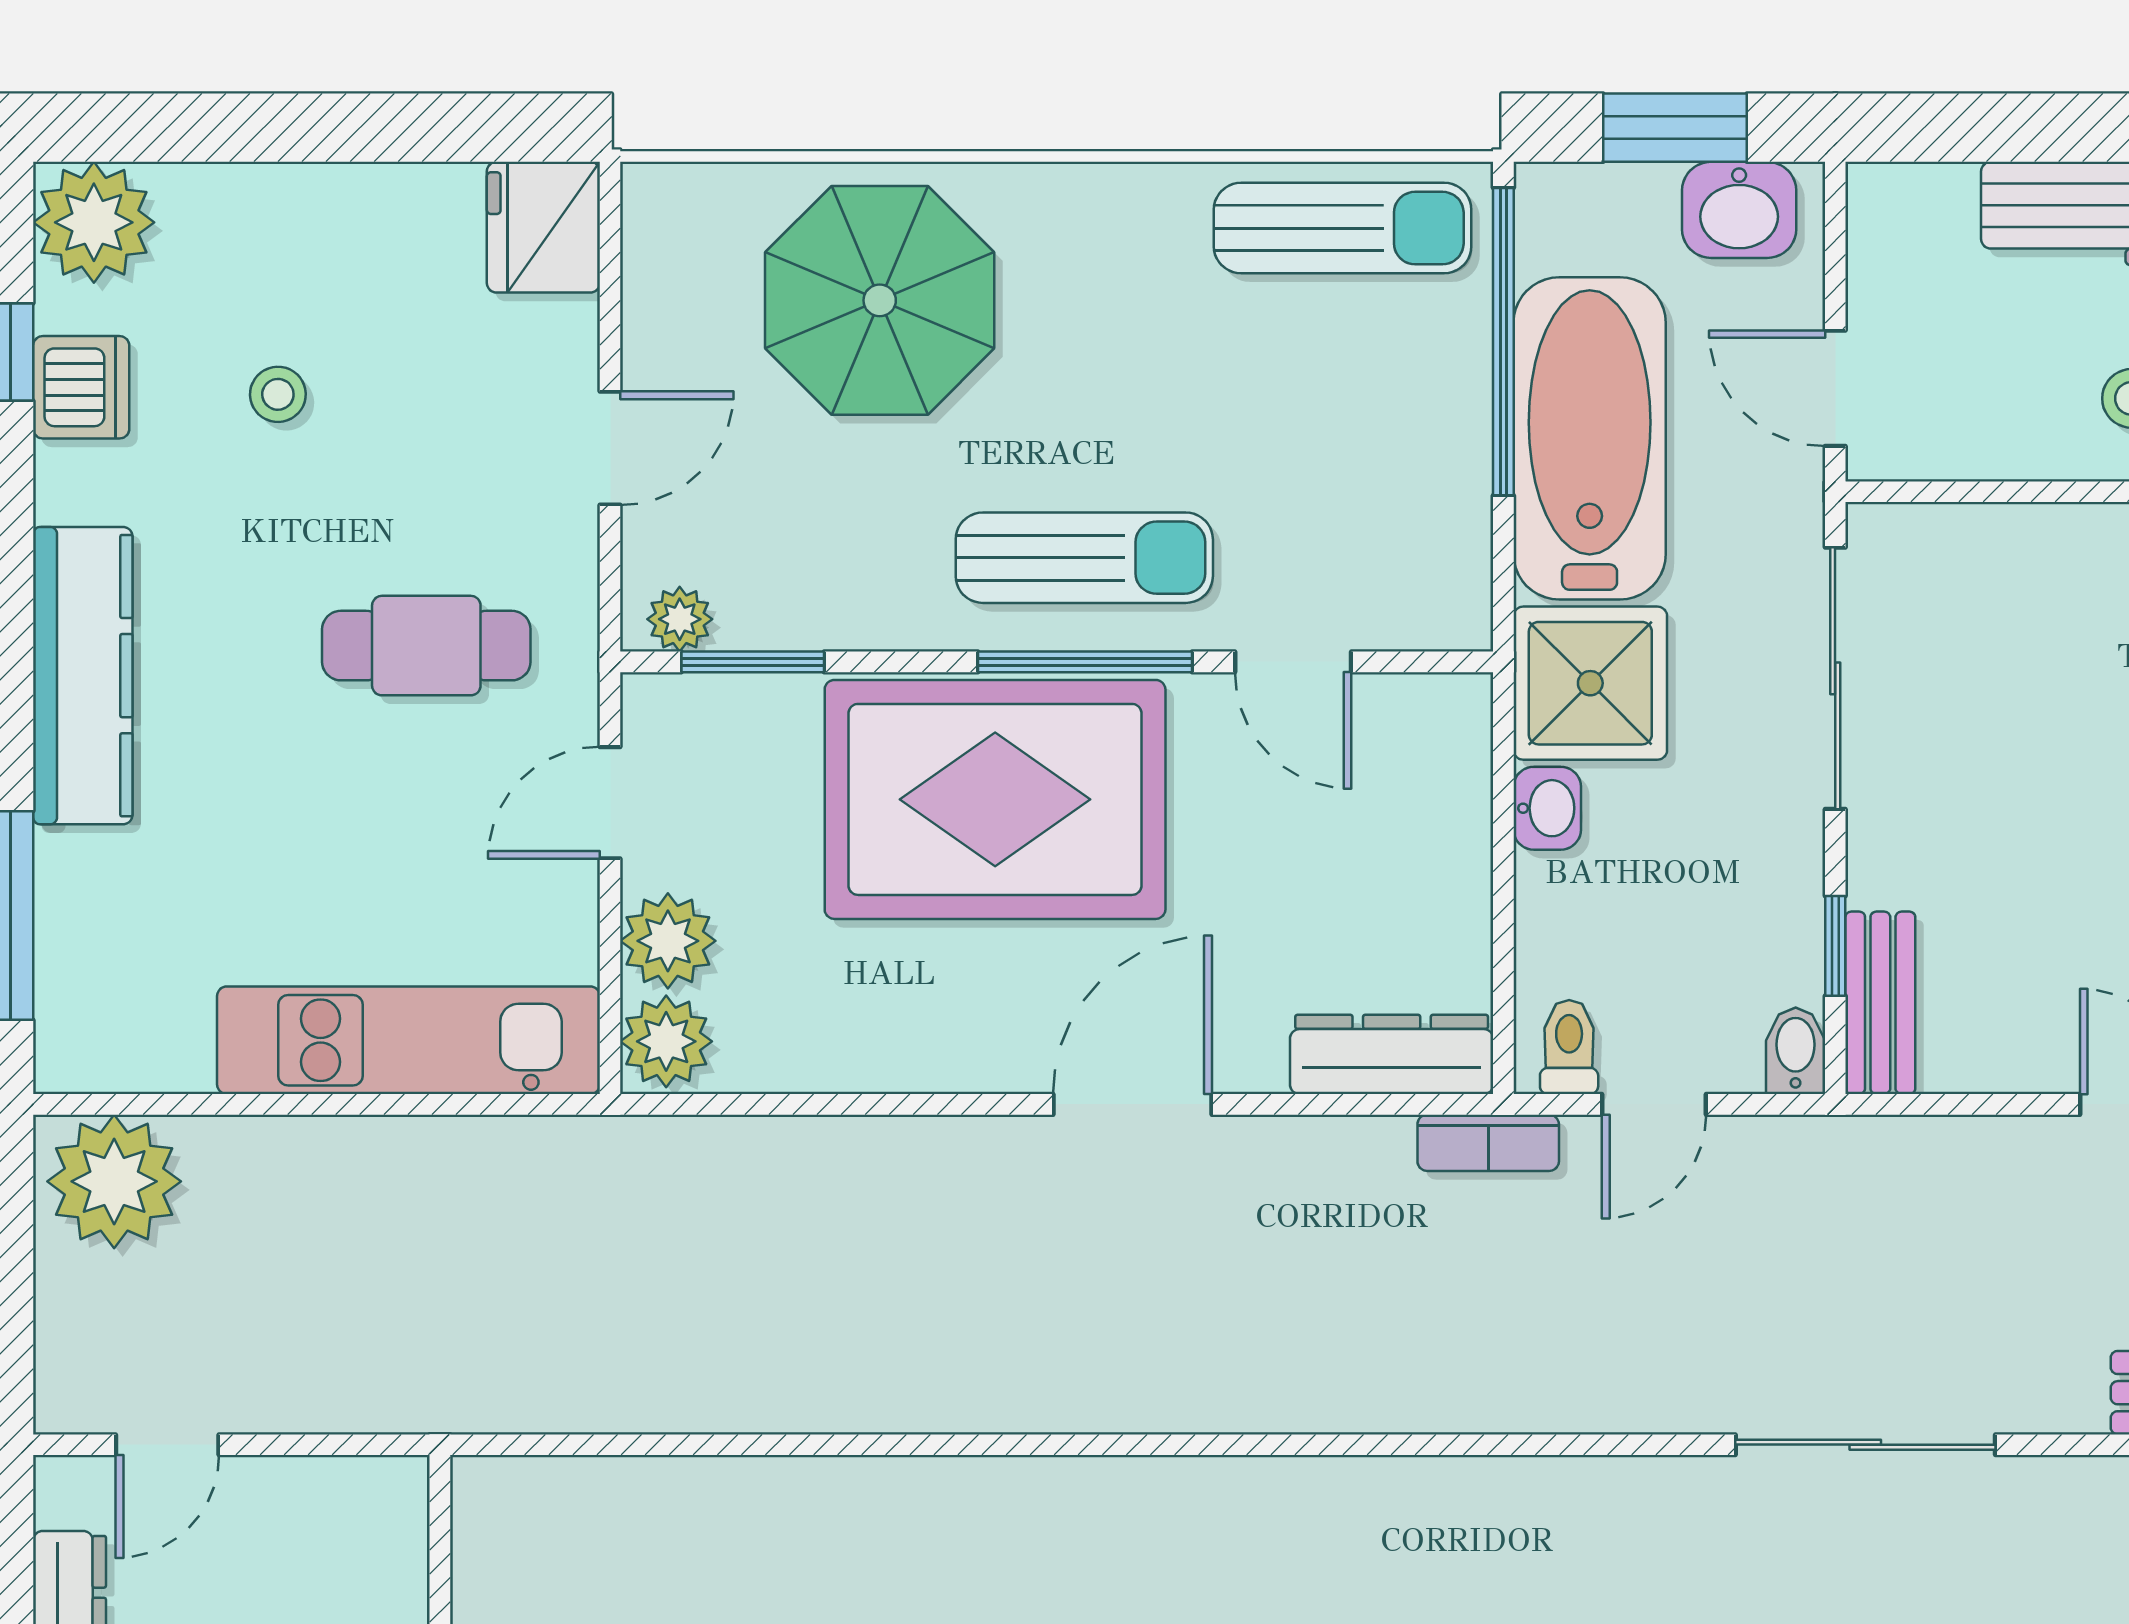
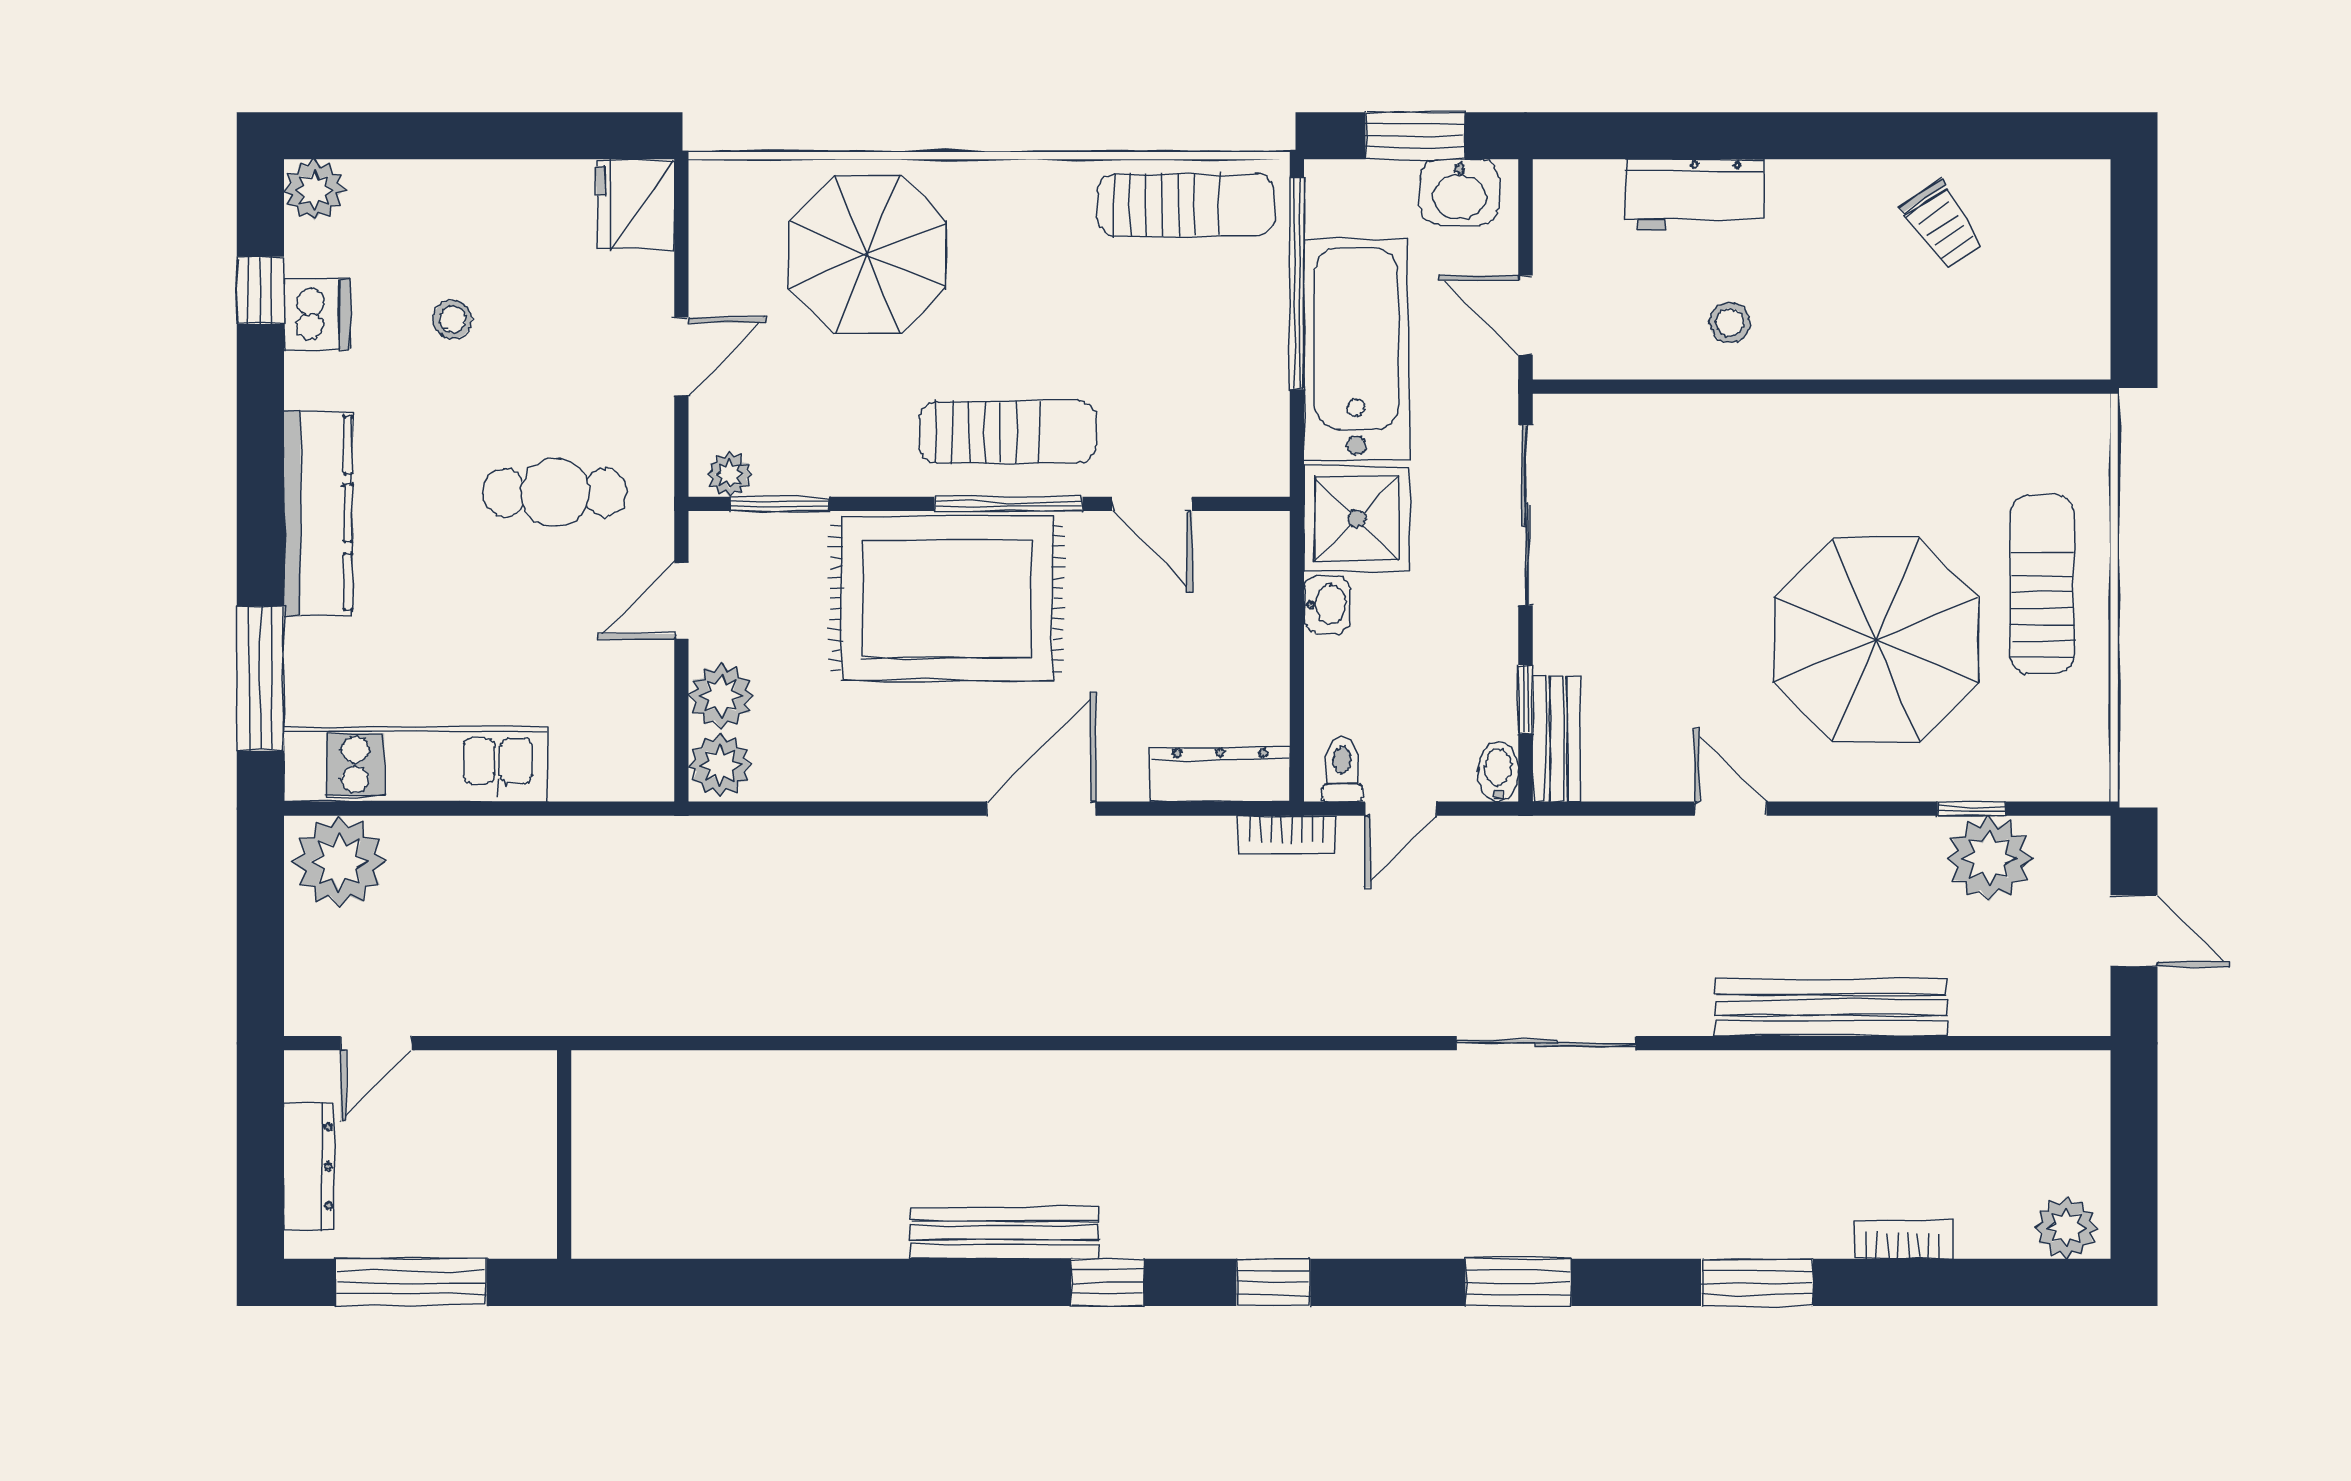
plant: (94, 222) -> (314, 190), width x0.73, depth x0.73
kitchen unit: (409, 1040) -> (416, 765), moved

